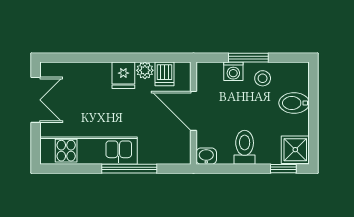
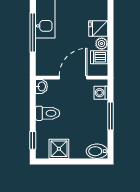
washing machine: (233, 71) -> (101, 93), moved
stool: (263, 78) -> (96, 126), removed
bidet: (294, 103) -> (97, 151), moved, turned -90
shower: (295, 150) -> (59, 149), moved

